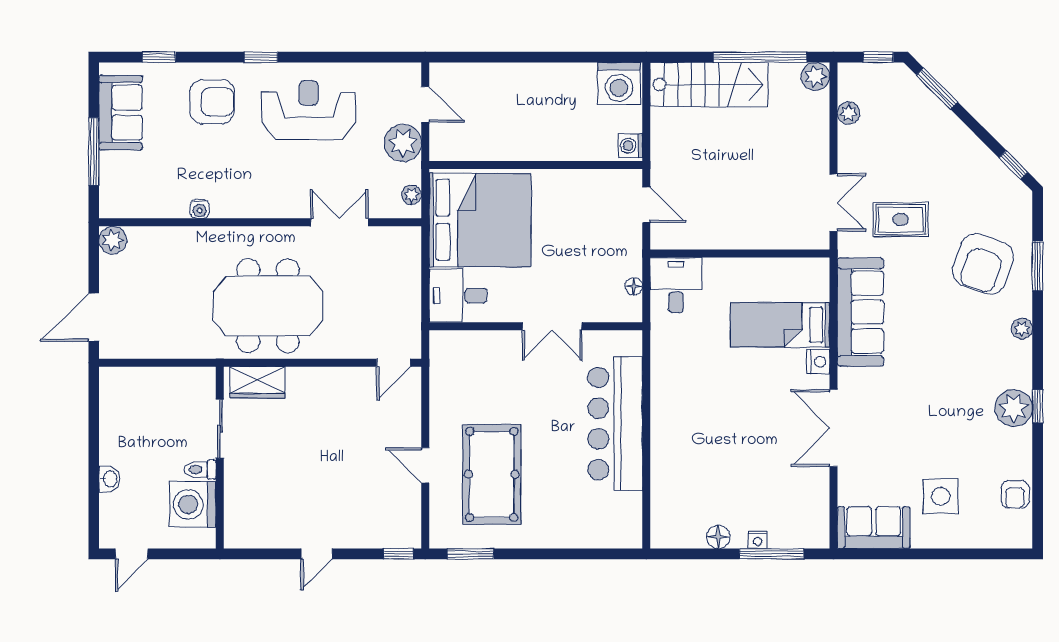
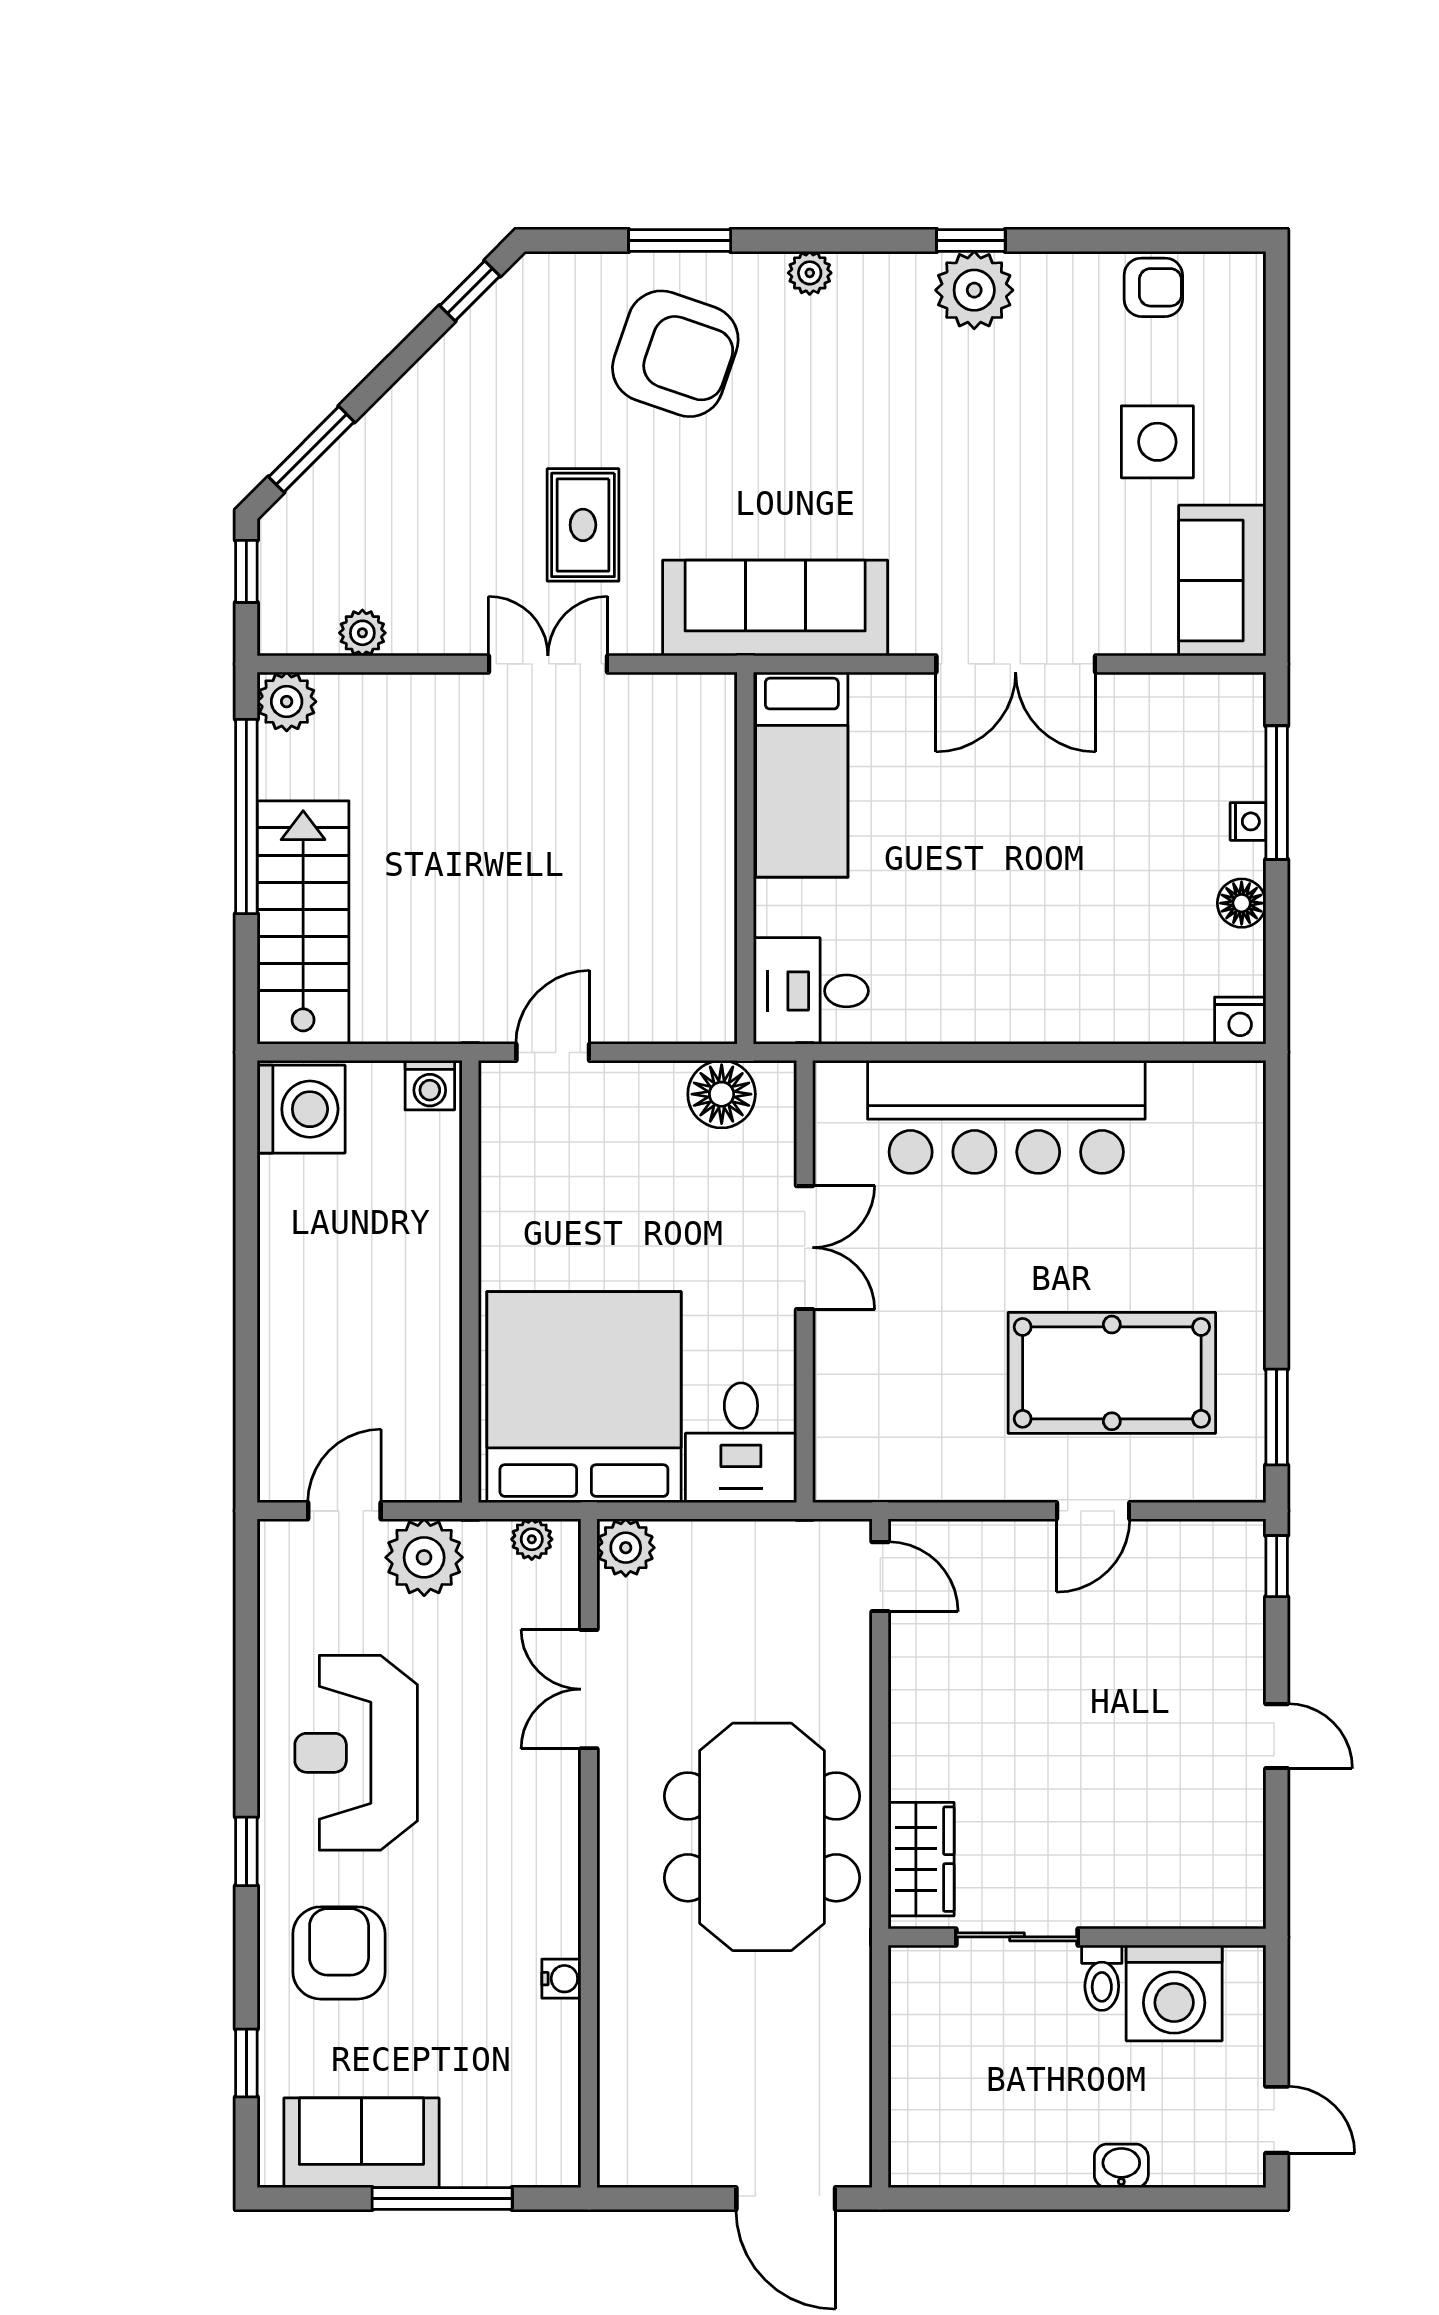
plant: (113, 240) -> (626, 1548), moved
wall: (740, 253) -> (745, 858), moved
desk: (676, 285) -> (811, 991), moved
floor lamp: (634, 286) -> (722, 1094), width x1.89, depth x1.89
nightstand: (818, 362) -> (1240, 1021), moved, turned 180

